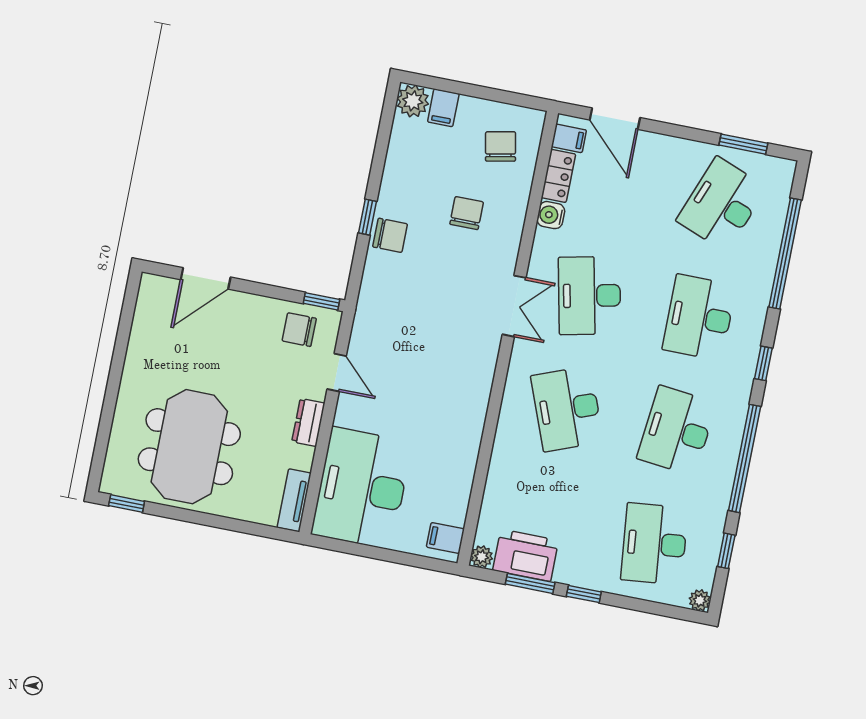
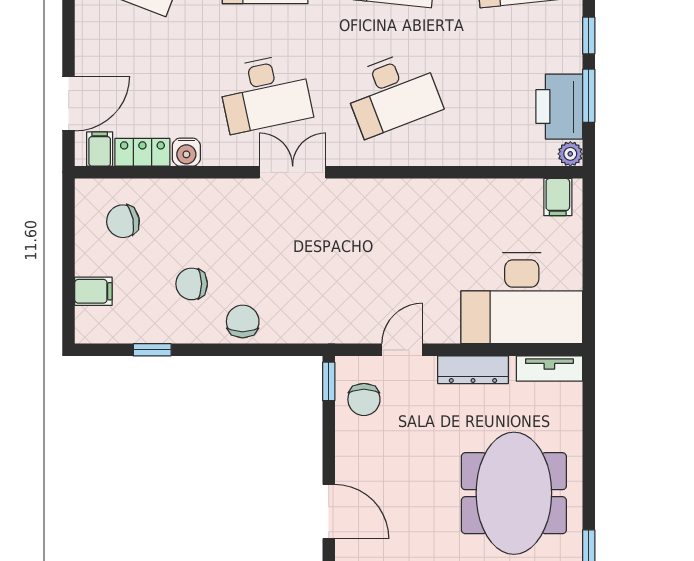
plant: (413, 101) -> (93, 326), removed
chair: (467, 213) -> (192, 284), moved
window: (367, 217) -> (152, 350), moved
dresser: (308, 422) -> (473, 370), width x1.44
meeting table: (189, 447) -> (514, 493), turned 90

